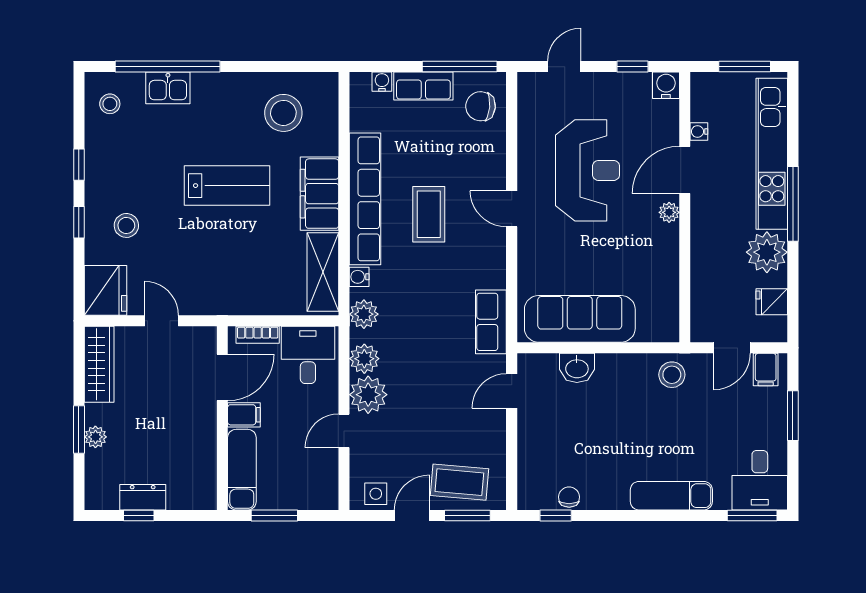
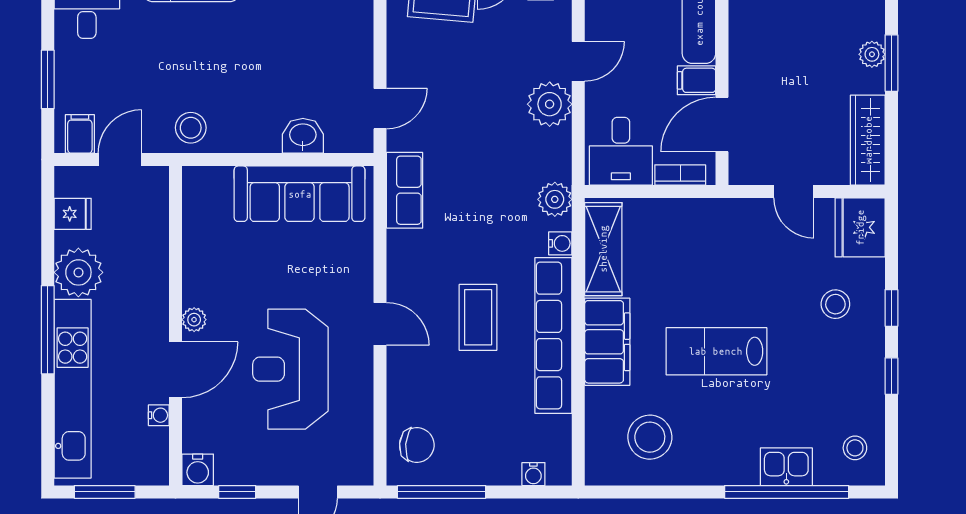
row of seats: (423, 86) -> (484, 469), removed
plant: (364, 359) -> (554, 147), removed

